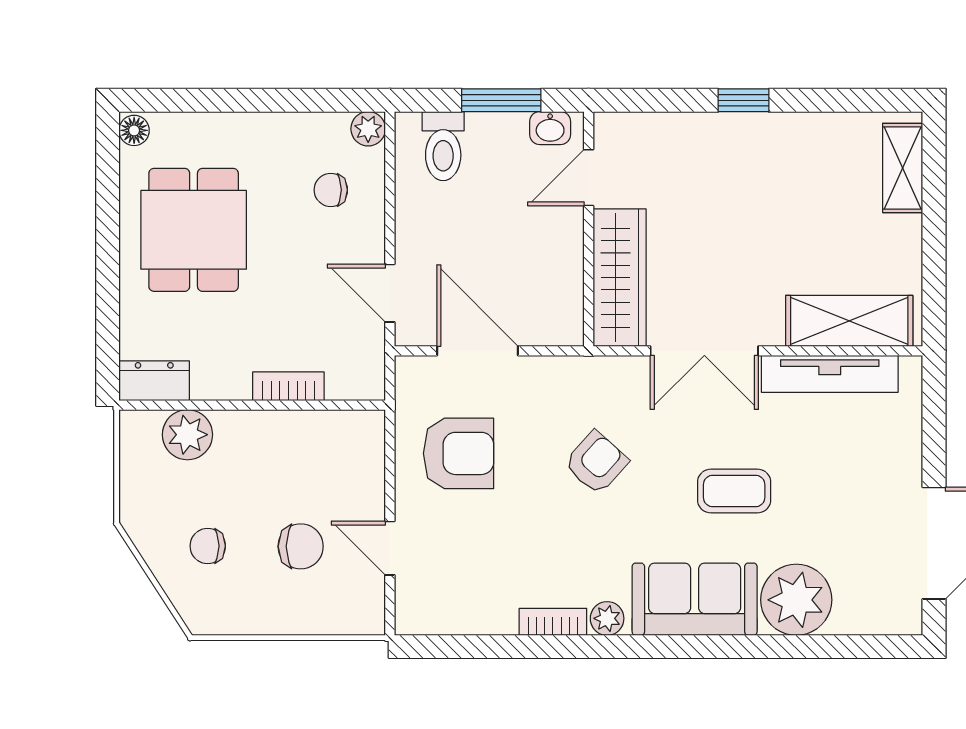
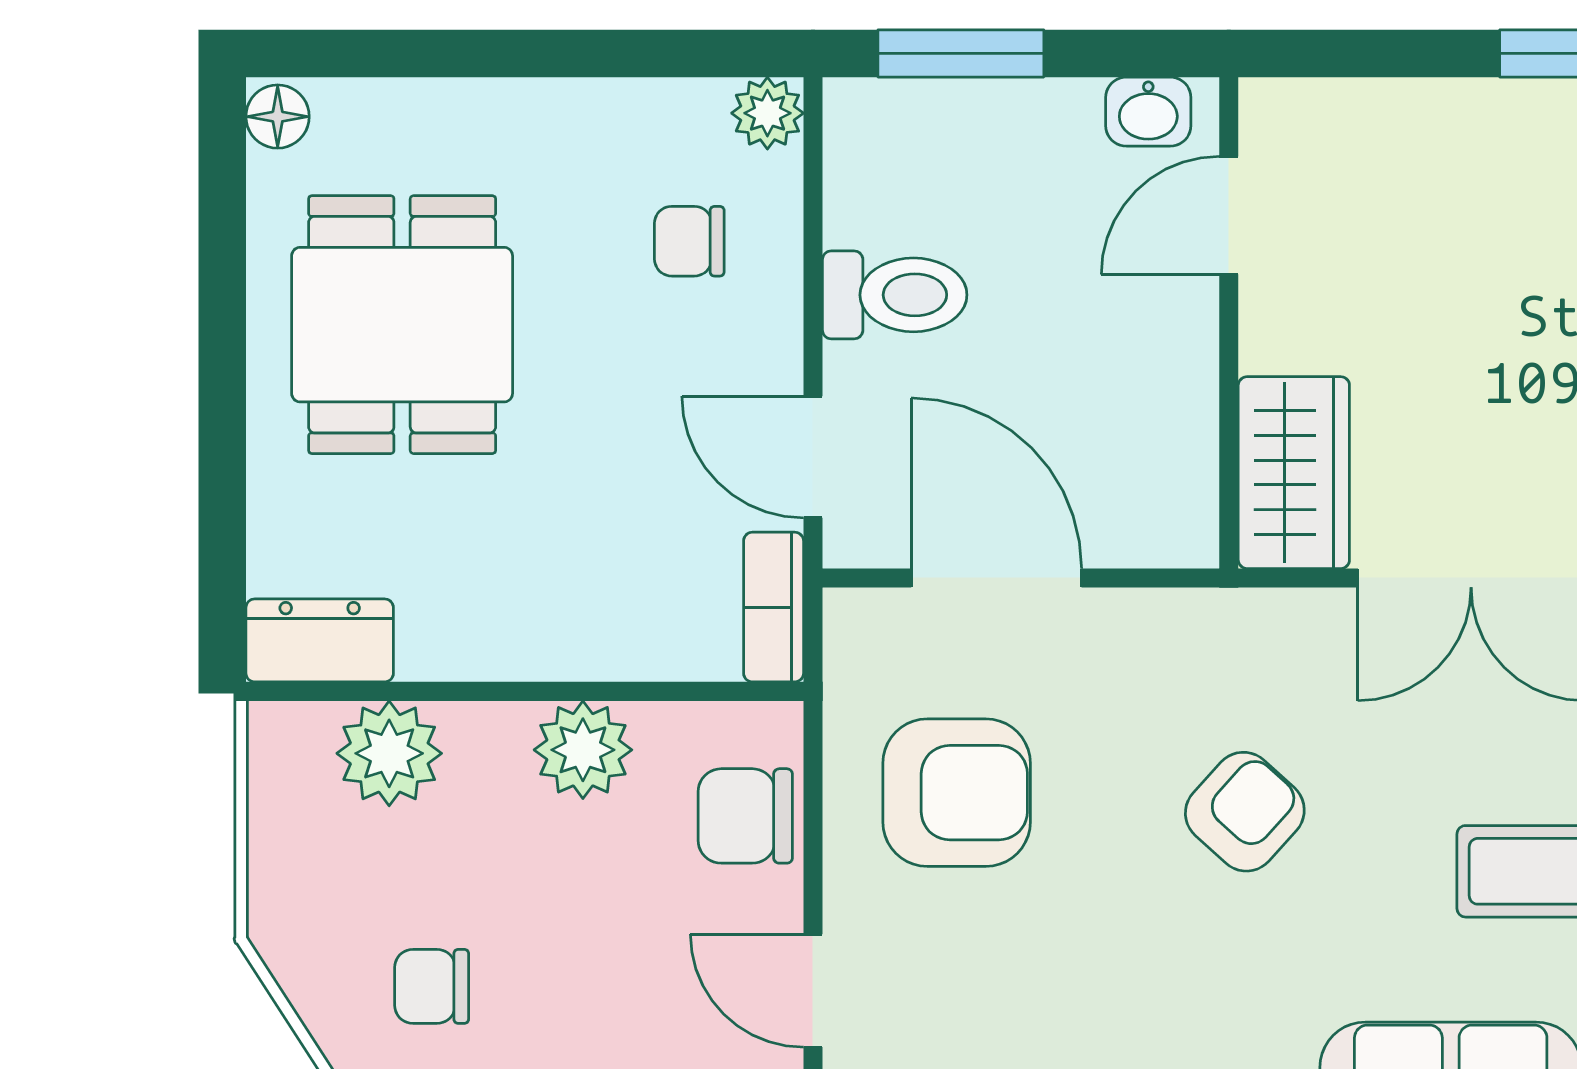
window: (501, 100) -> (961, 53), moved
toilet: (443, 146) -> (895, 295), moved, turned -90
wardrobe: (620, 278) -> (1294, 473), width x0.67
bookcase: (288, 386) -> (774, 607), moved, turned -90
plant: (280, 433) -> (583, 750), added
chair: (301, 546) -> (745, 816), moved, turned 180

